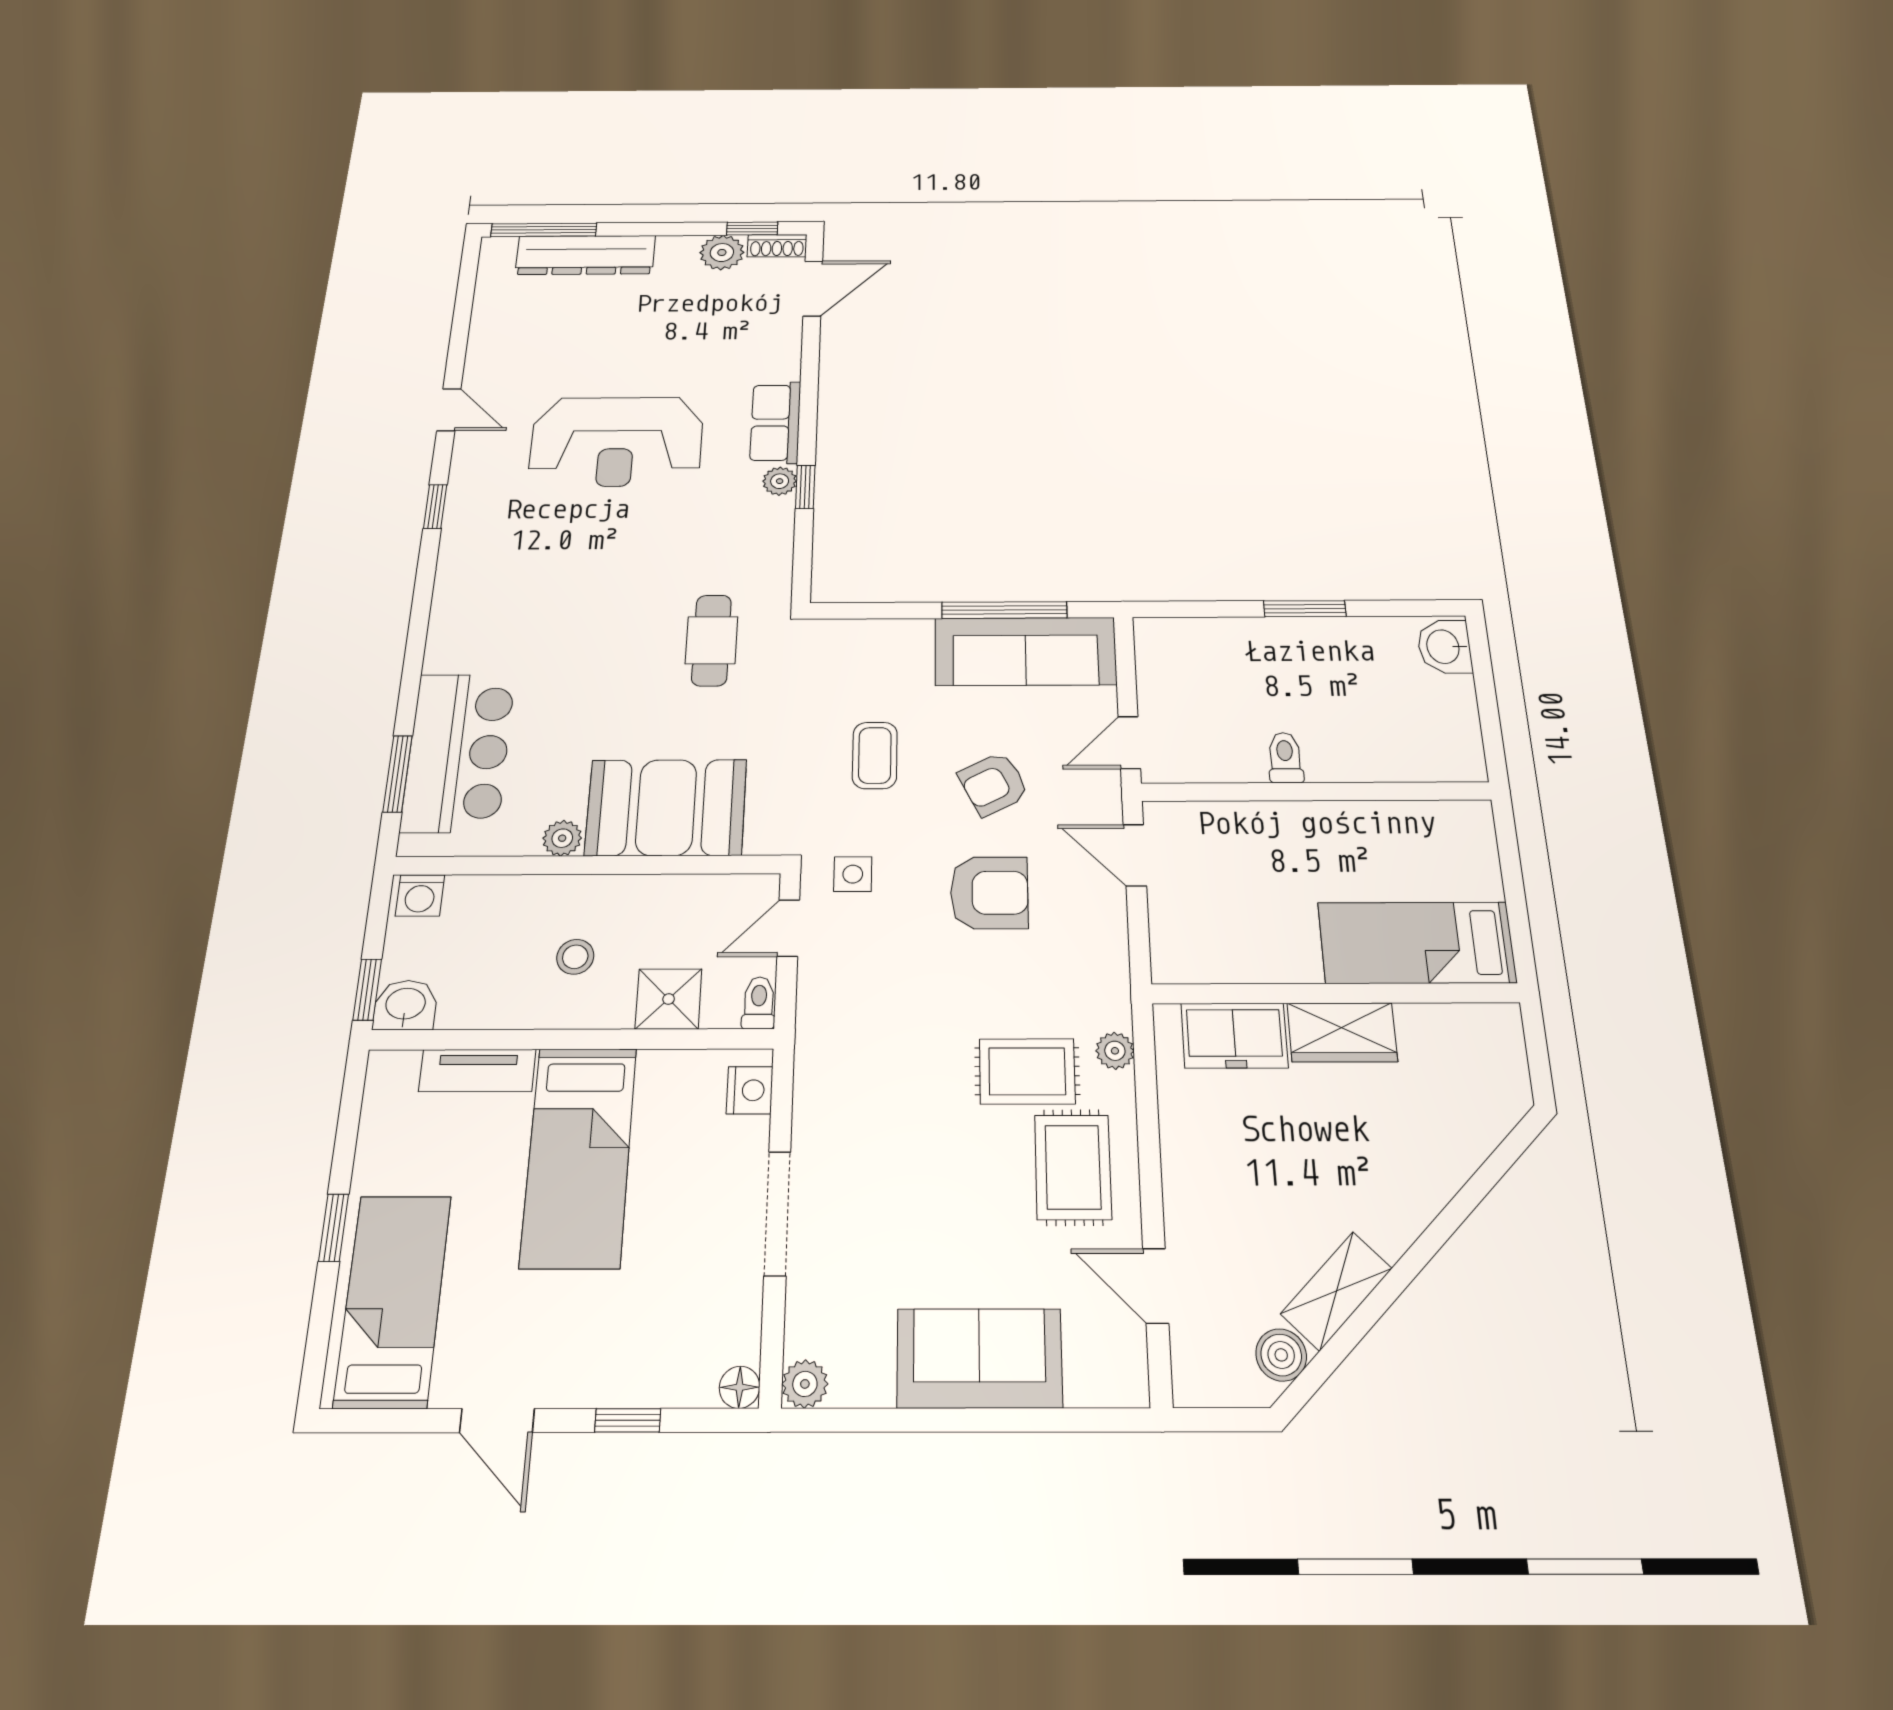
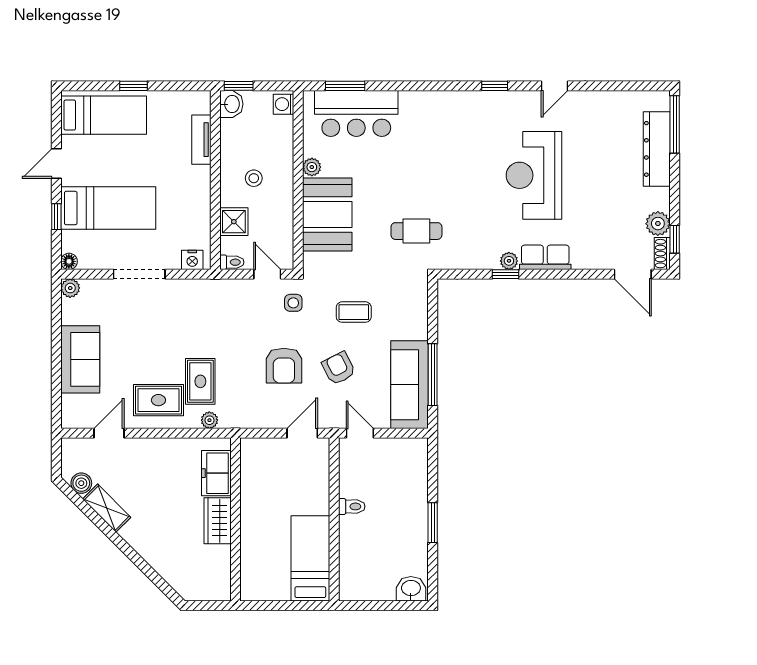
bed: (1417, 943) -> (310, 558), moved
bed: (579, 1156) -> (108, 208), moved, turned 180

